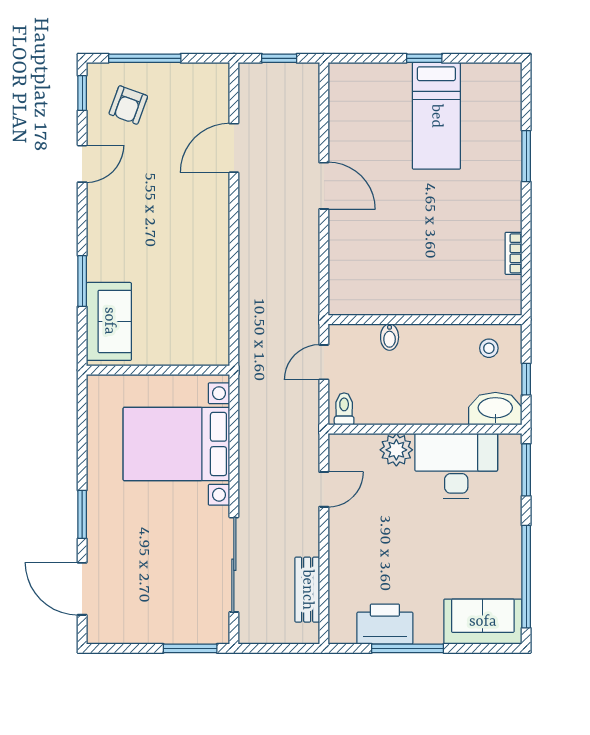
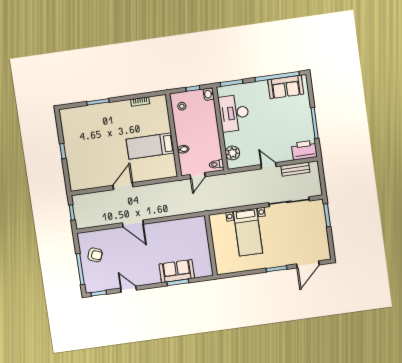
armchair: (128, 105) -> (95, 255), moved
bed: (436, 116) -> (150, 146), moved, turned 180
door: (234, 148) -> (133, 224), moved
sofa: (109, 321) -> (177, 271), moved
door: (324, 362) -> (198, 176), hinge flipped
washbasin: (495, 409) -> (209, 94), width x0.52, depth x0.69
bed with nightstands: (176, 444) -> (248, 232), width x0.73
plant: (396, 450) -> (232, 153), moved
door: (324, 489) -> (269, 166), moved
sofa: (483, 622) -> (286, 87), moved, turned -90
printer: (385, 624) -> (304, 150), moved, turned 90

